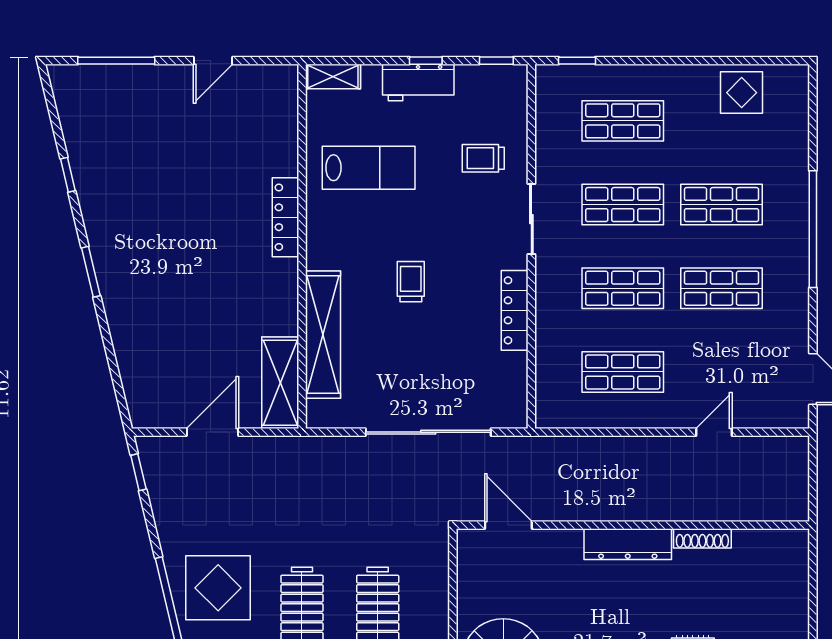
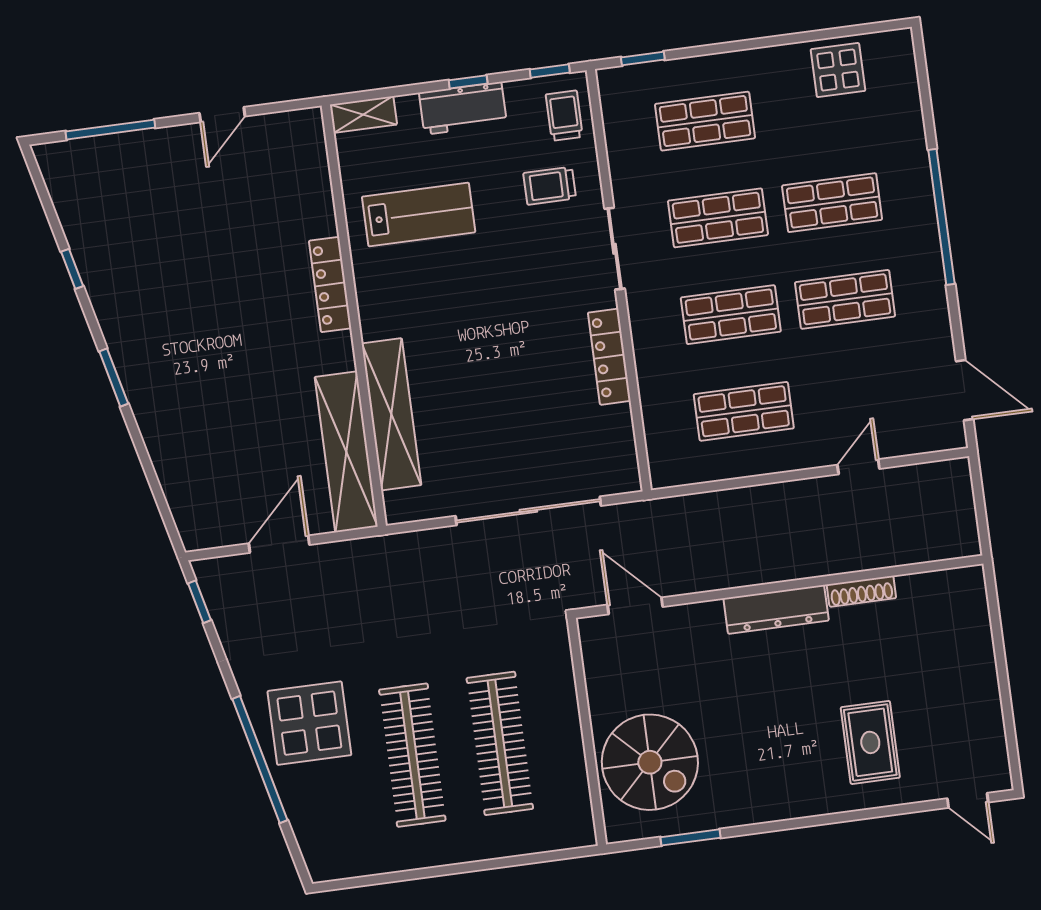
trolley: (411, 282) -> (564, 116), moved
shelving: (280, 383) -> (346, 452), width x1.47

